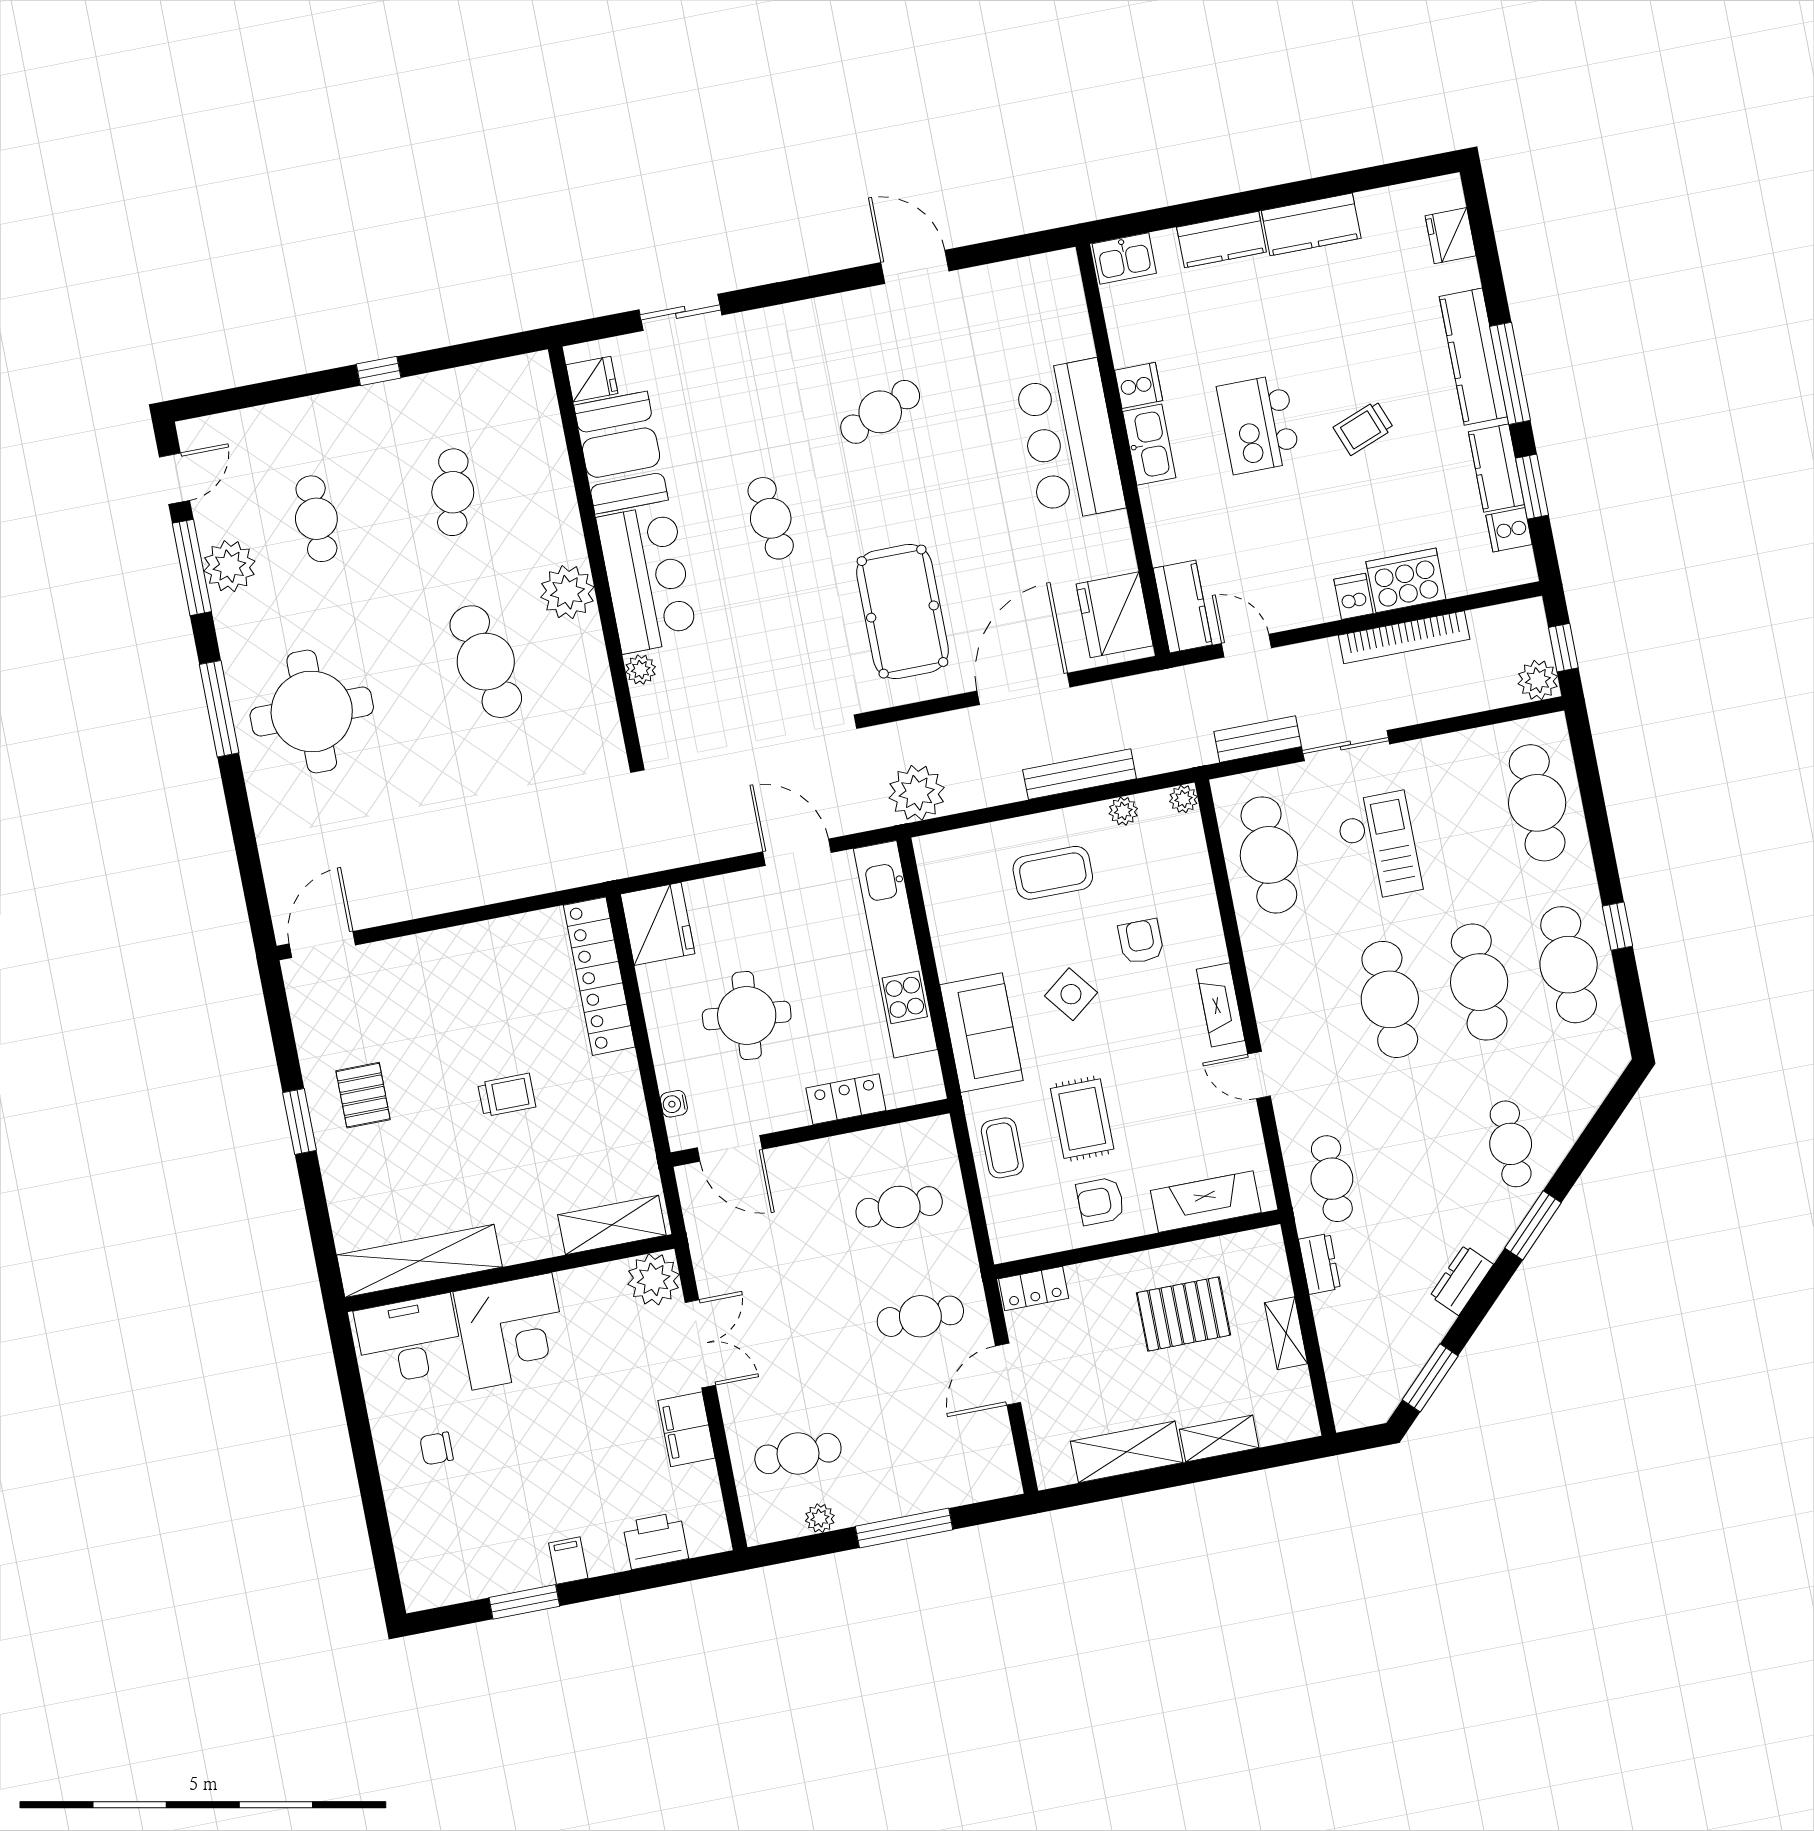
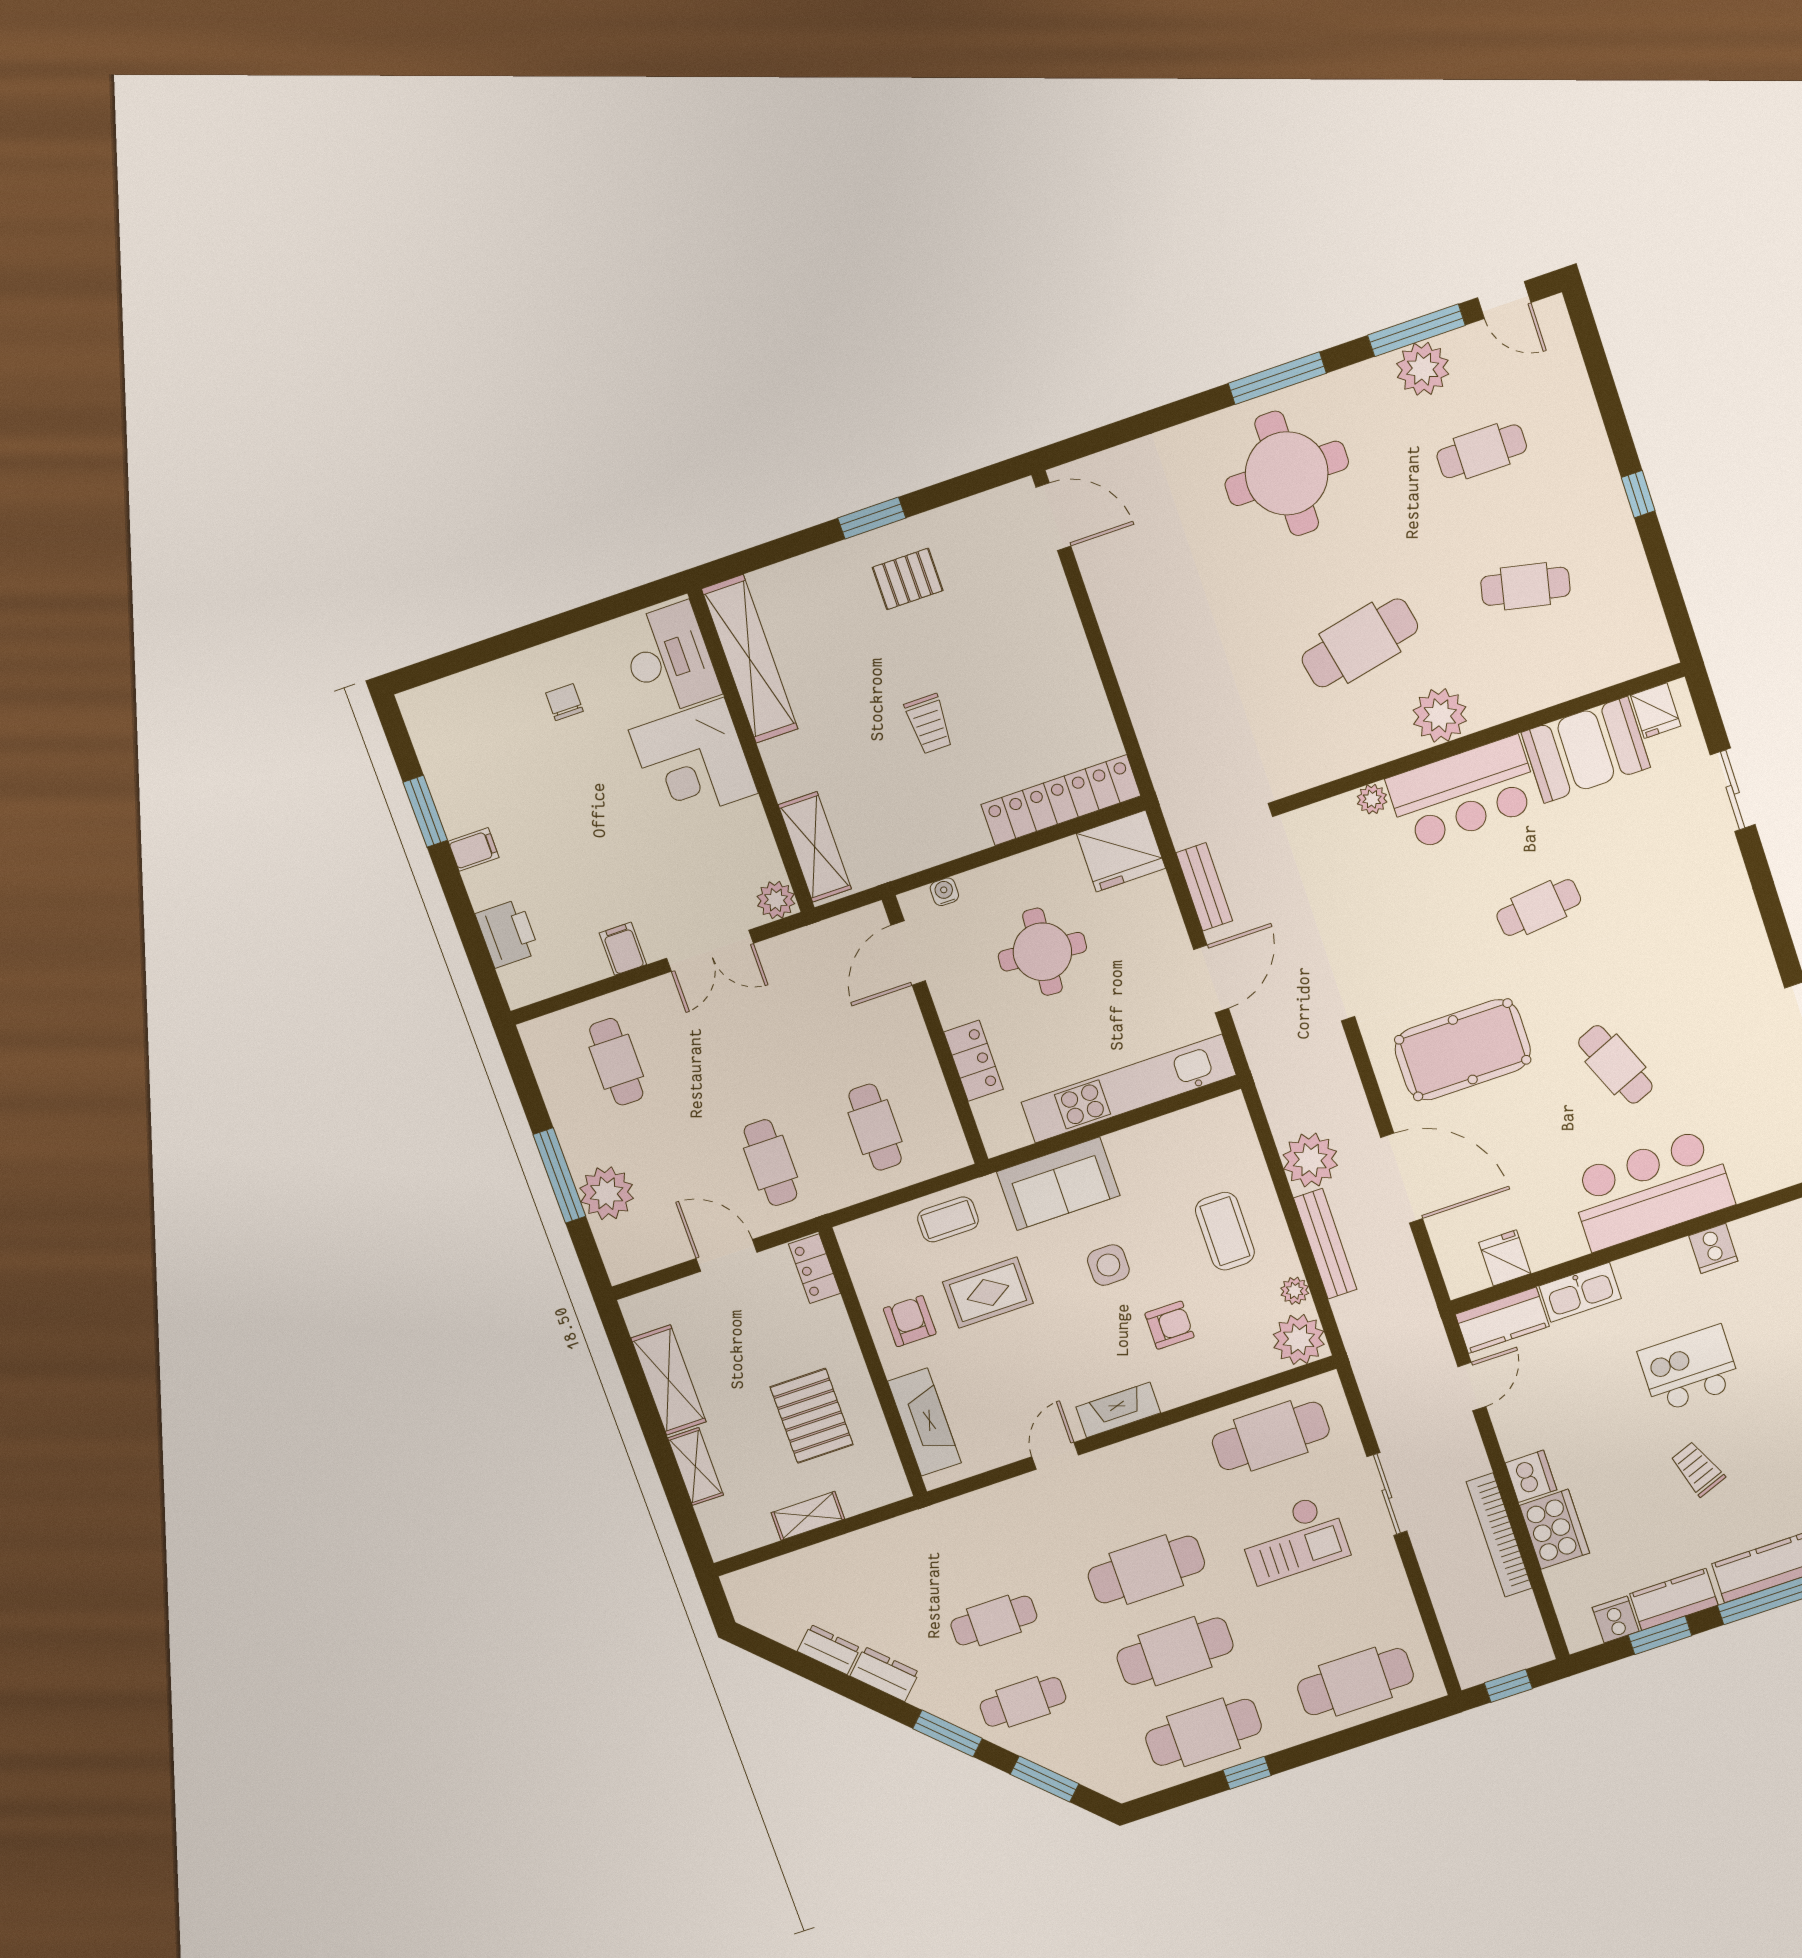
cafe table: (880, 412) -> (1615, 1064), moved
kitchen sink: (1149, 445) -> (1580, 1292), moved
dishwasher: (1353, 596) -> (1531, 1476), width x1.38
fridge: (1115, 615) -> (1505, 1258), width x0.53, depth x0.75
plant: (1538, 680) -> (1474, 1666), removed
bench: (1258, 739) -> (1204, 887), moved
plant: (917, 793) -> (1310, 1160), moved
plant: (1183, 799) -> (1299, 1339), width x1.88, depth x1.88
side table: (1071, 994) -> (1108, 1265), turned 38
cafe table: (1332, 1179) -> (994, 1621), moved
dresser: (1319, 1264) -> (829, 1650), moved, turned -135
plant: (654, 1279) -> (776, 900), width x0.73, depth x0.73
window: (1430, 1378) -> (1045, 1779), moved
filing cabinet: (686, 1429) -> (623, 949), width x0.50
plant: (820, 1518) -> (607, 1193), moved, width x1.87, depth x1.87

